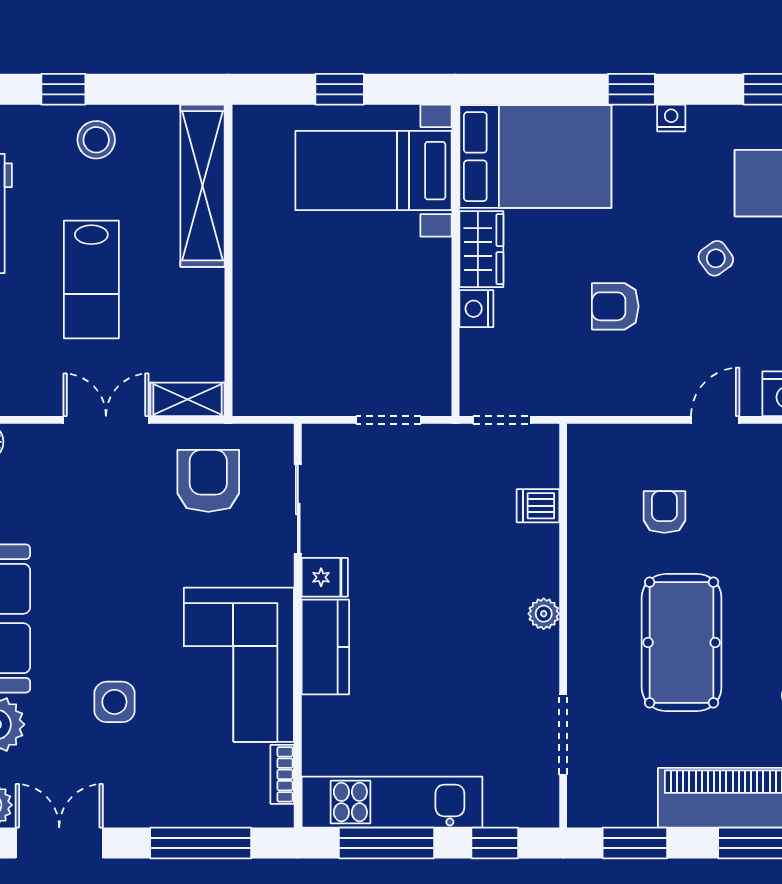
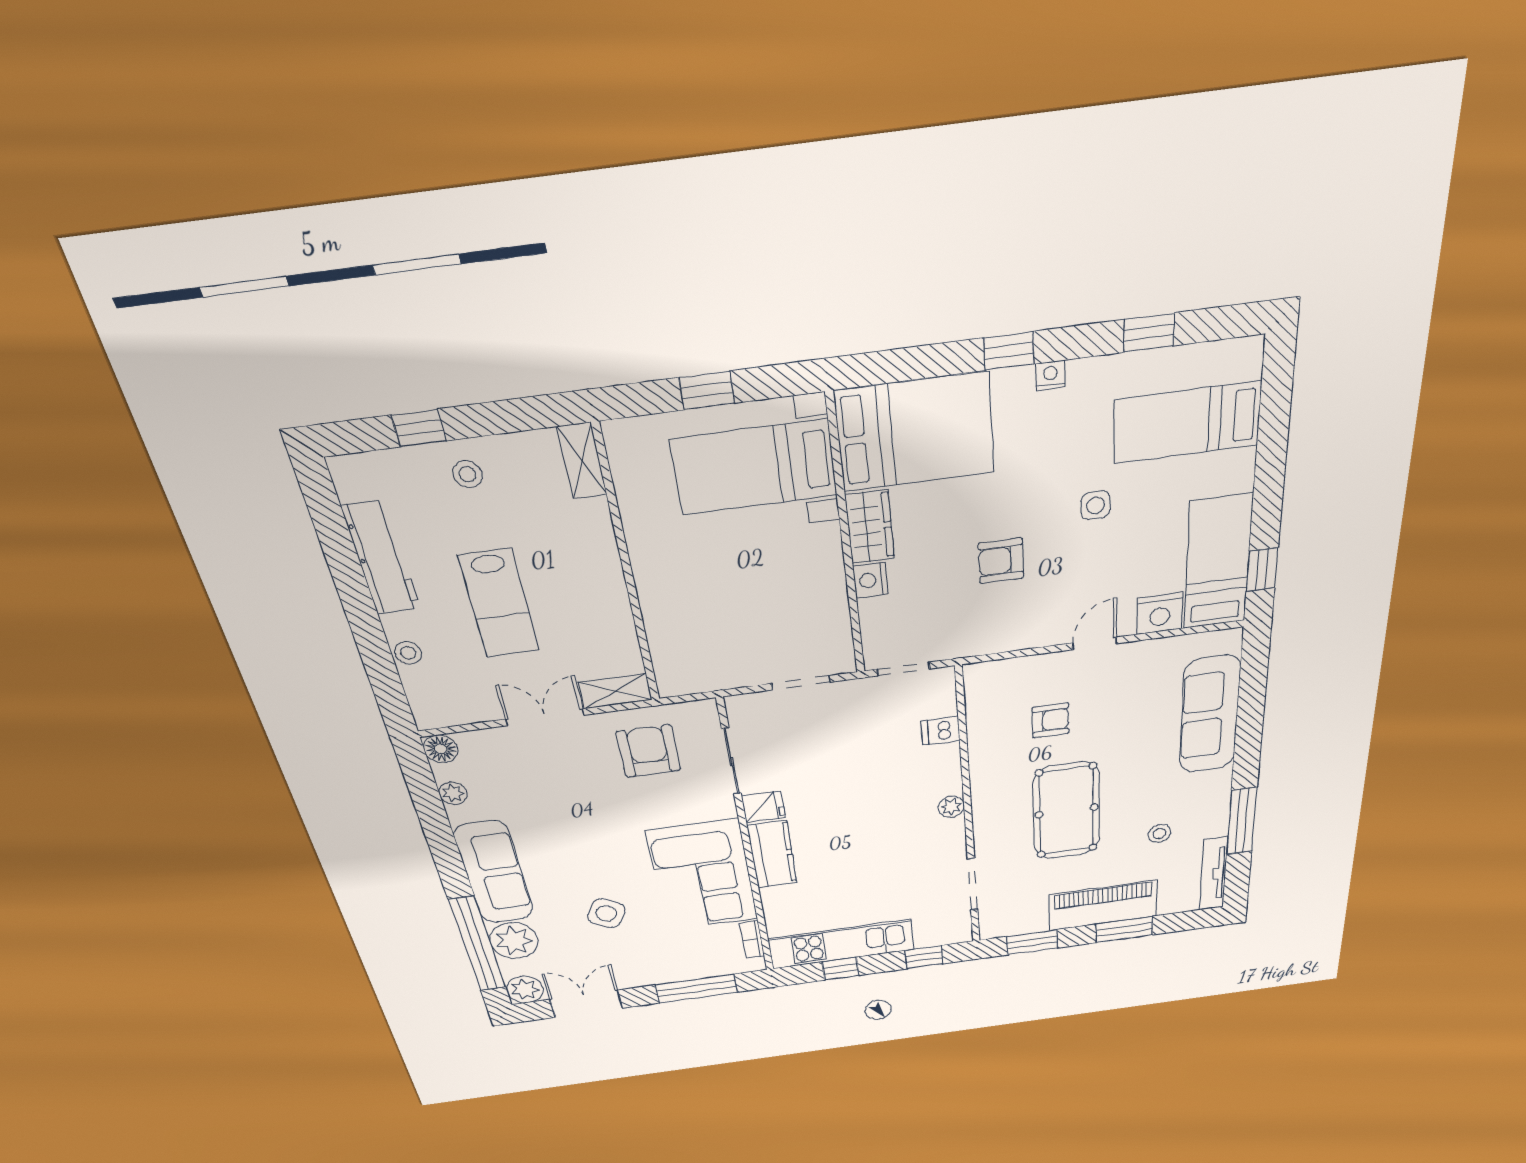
stool: (96, 140) -> (467, 474), width x0.73, depth x0.73
shelving: (203, 186) -> (582, 461), width x0.45, depth x0.75
side table: (716, 258) -> (1095, 505), turned 36
armchair: (664, 512) -> (1051, 720), turned 90
side table: (114, 702) -> (606, 913), turned 30
window: (387, 843) -> (841, 969), width x0.46

